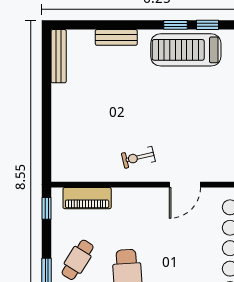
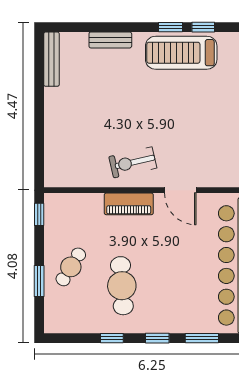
exercise bike: (138, 157) -> (133, 162), width x1.38, depth x1.39
door: (185, 185) -> (180, 190), hinge flipped
piano: (87, 198) -> (129, 204), moved

